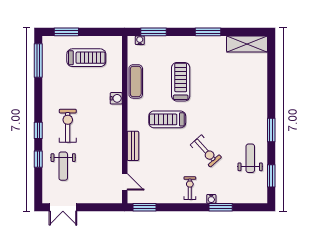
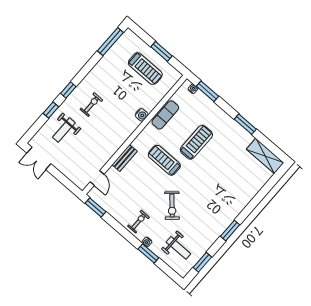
window: (66, 32) -> (162, 51), moved
exercise bike: (68, 126) -> (91, 105), width x0.73, depth x0.72
weight bench: (250, 158) -> (178, 248), moved, turned 90

